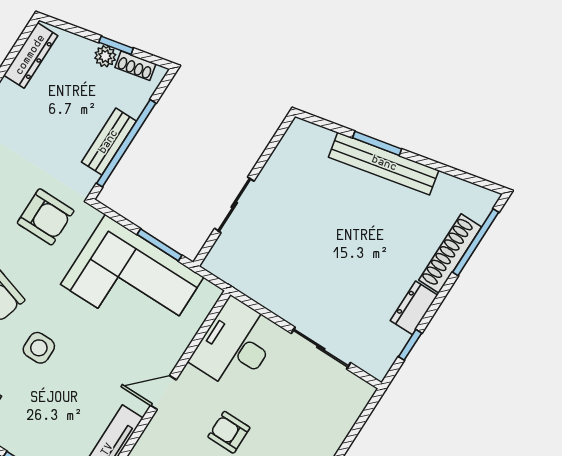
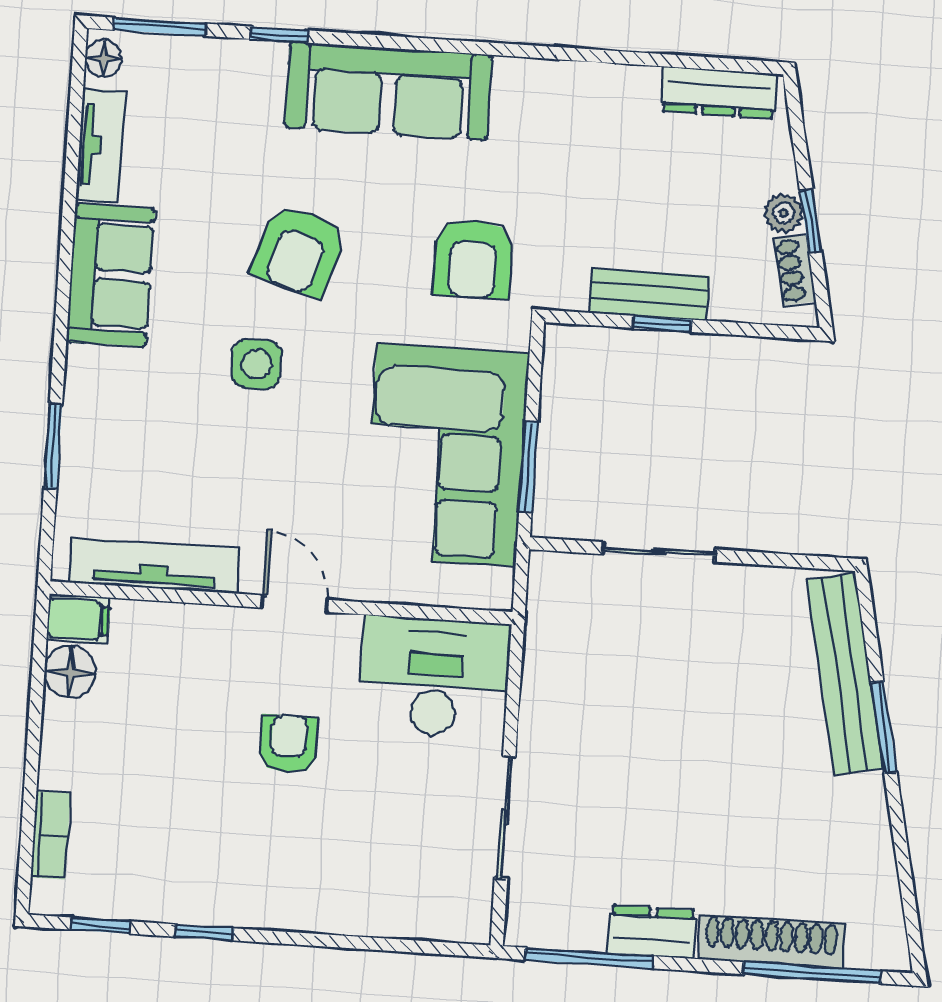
window: (126, 143) -> (662, 324), width x0.32
bench: (384, 164) -> (845, 674), moved
window: (410, 345) -> (589, 958), width x2.17

